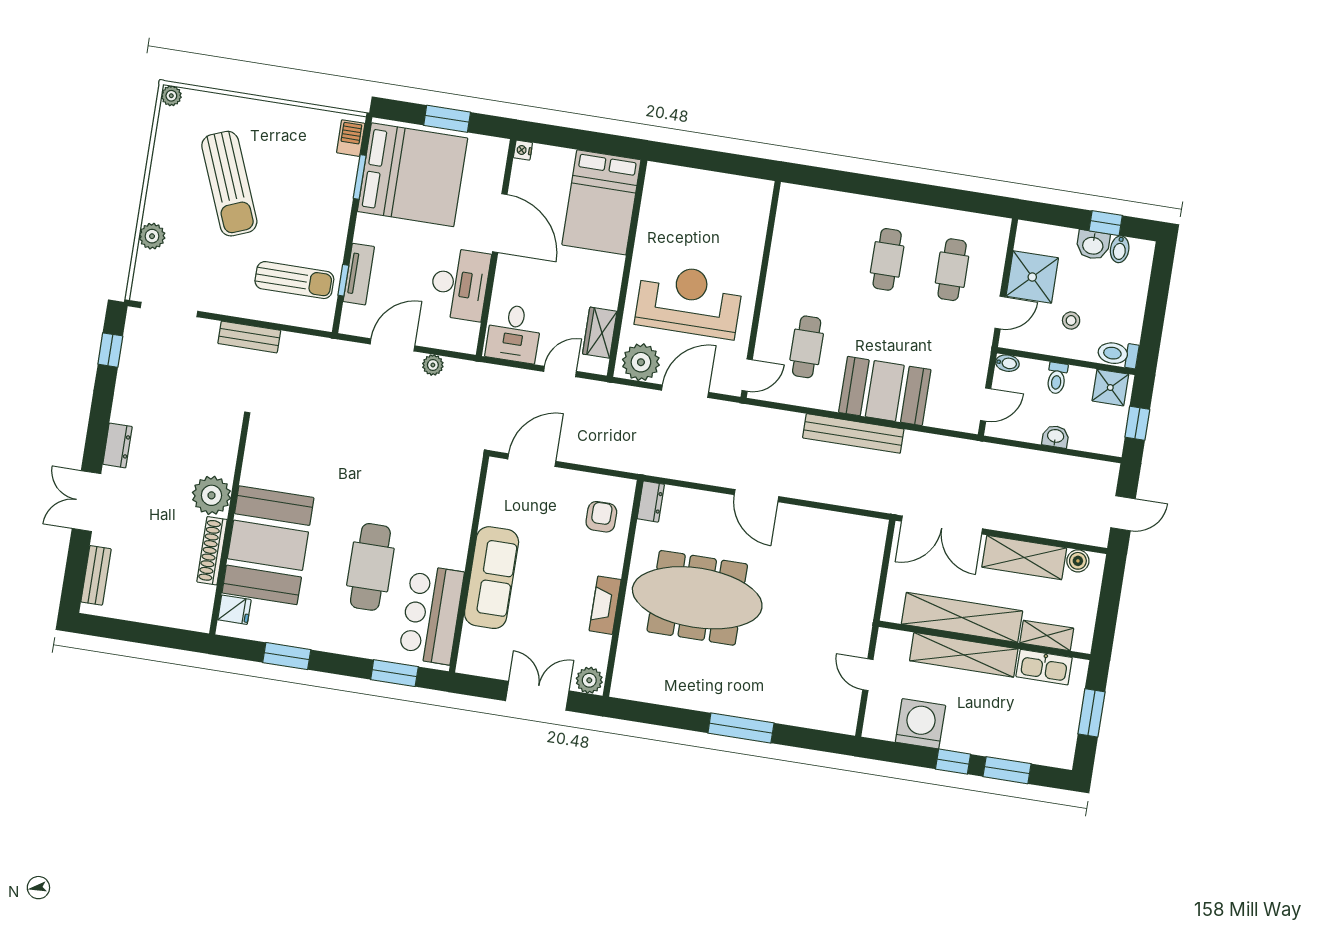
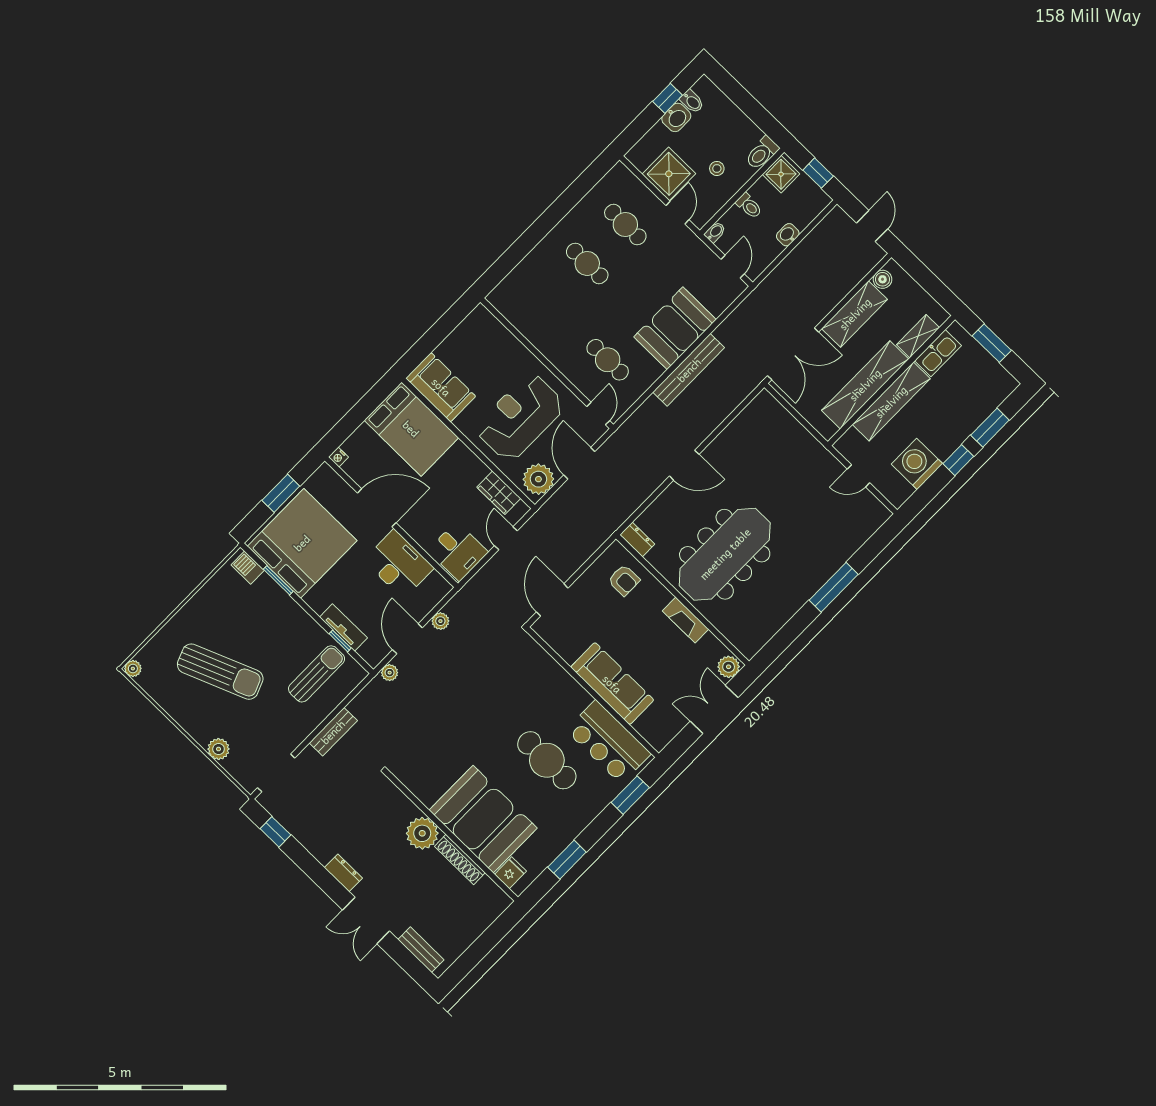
sofa: (663, 202) -> (441, 387), added
plant: (347, 351) -> (390, 673), added
armchair: (601, 517) -> (624, 580), turned 180

